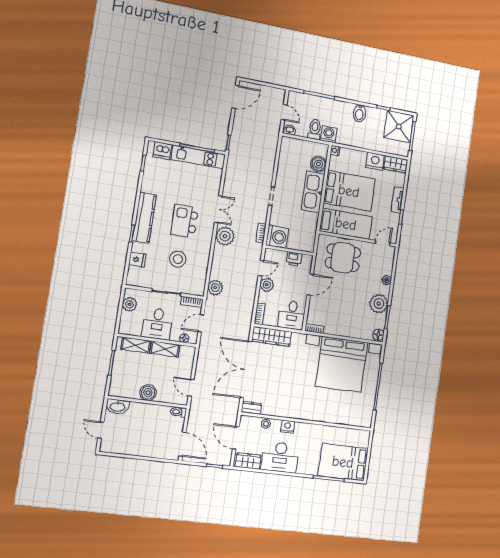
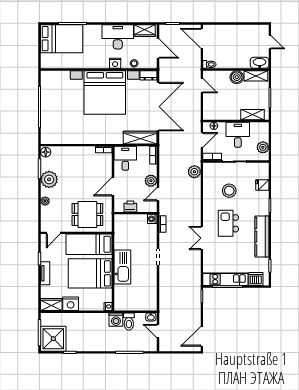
bidet: (359, 113) -> (91, 344), removed
boiler: (318, 164) -> (121, 292), removed
kitchen counter: (144, 218) -> (262, 237), moved
kitchen island: (185, 221) -> (228, 223), turned 180
plant: (225, 236) -> (193, 216), removed
washing machine: (277, 237) -> (152, 219), width x0.53, depth x0.53
shelving: (165, 349) -> (256, 76), moved
bed with nightstands: (342, 364) -> (105, 93), moved, turned 180

